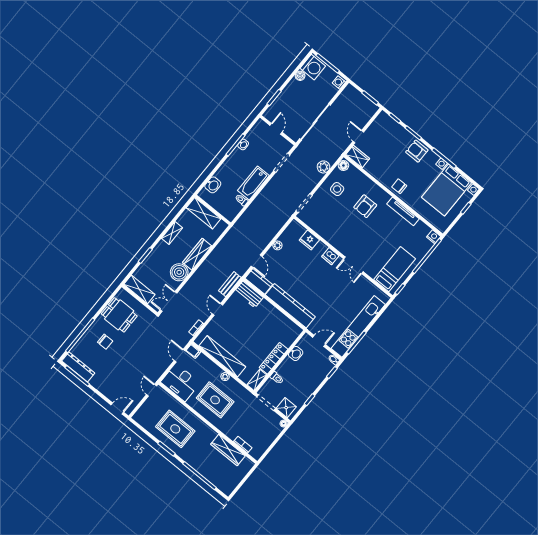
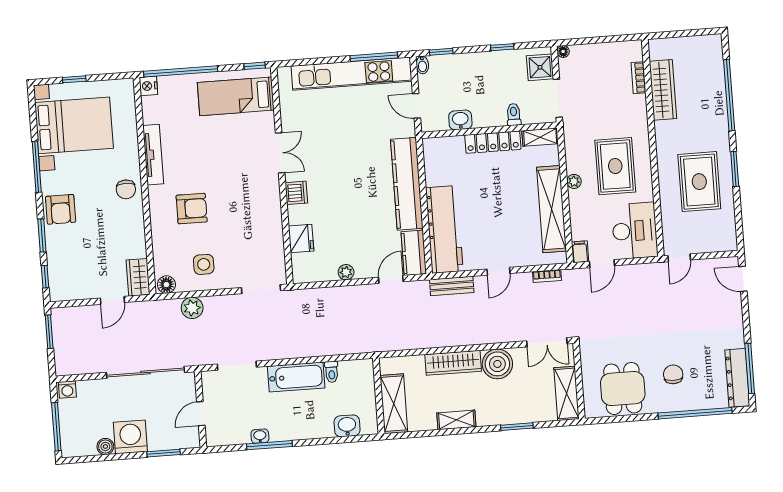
washing machine: (313, 67) -> (130, 437), moved
workbench: (249, 294) -> (444, 229), width x1.87, depth x1.32

